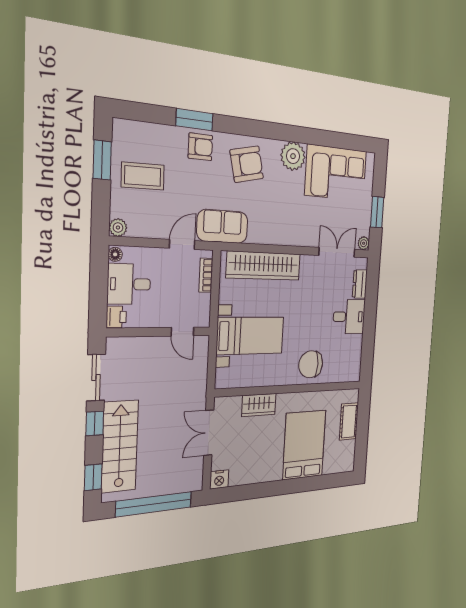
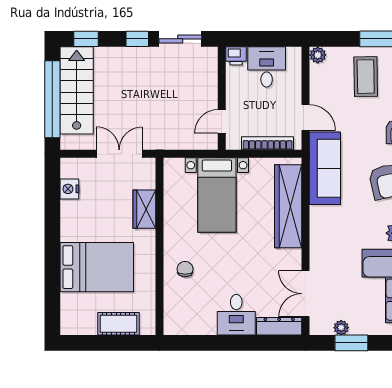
sofa: (222, 226) -> (325, 168), width x1.36
plant: (364, 243) -> (341, 328), moved
double door: (337, 252) -> (306, 294), swing flipped
floor lamp: (115, 254) -> (293, 53), removed
bookcase: (206, 275) -> (268, 143), width x1.56
dresser: (360, 284) -> (279, 326), width x1.44
chair: (311, 364) -> (185, 269), width x0.54, depth x0.54
stairs: (120, 446) -> (77, 90), moved, turned -90
nightstand: (219, 479) -> (69, 189), moved

